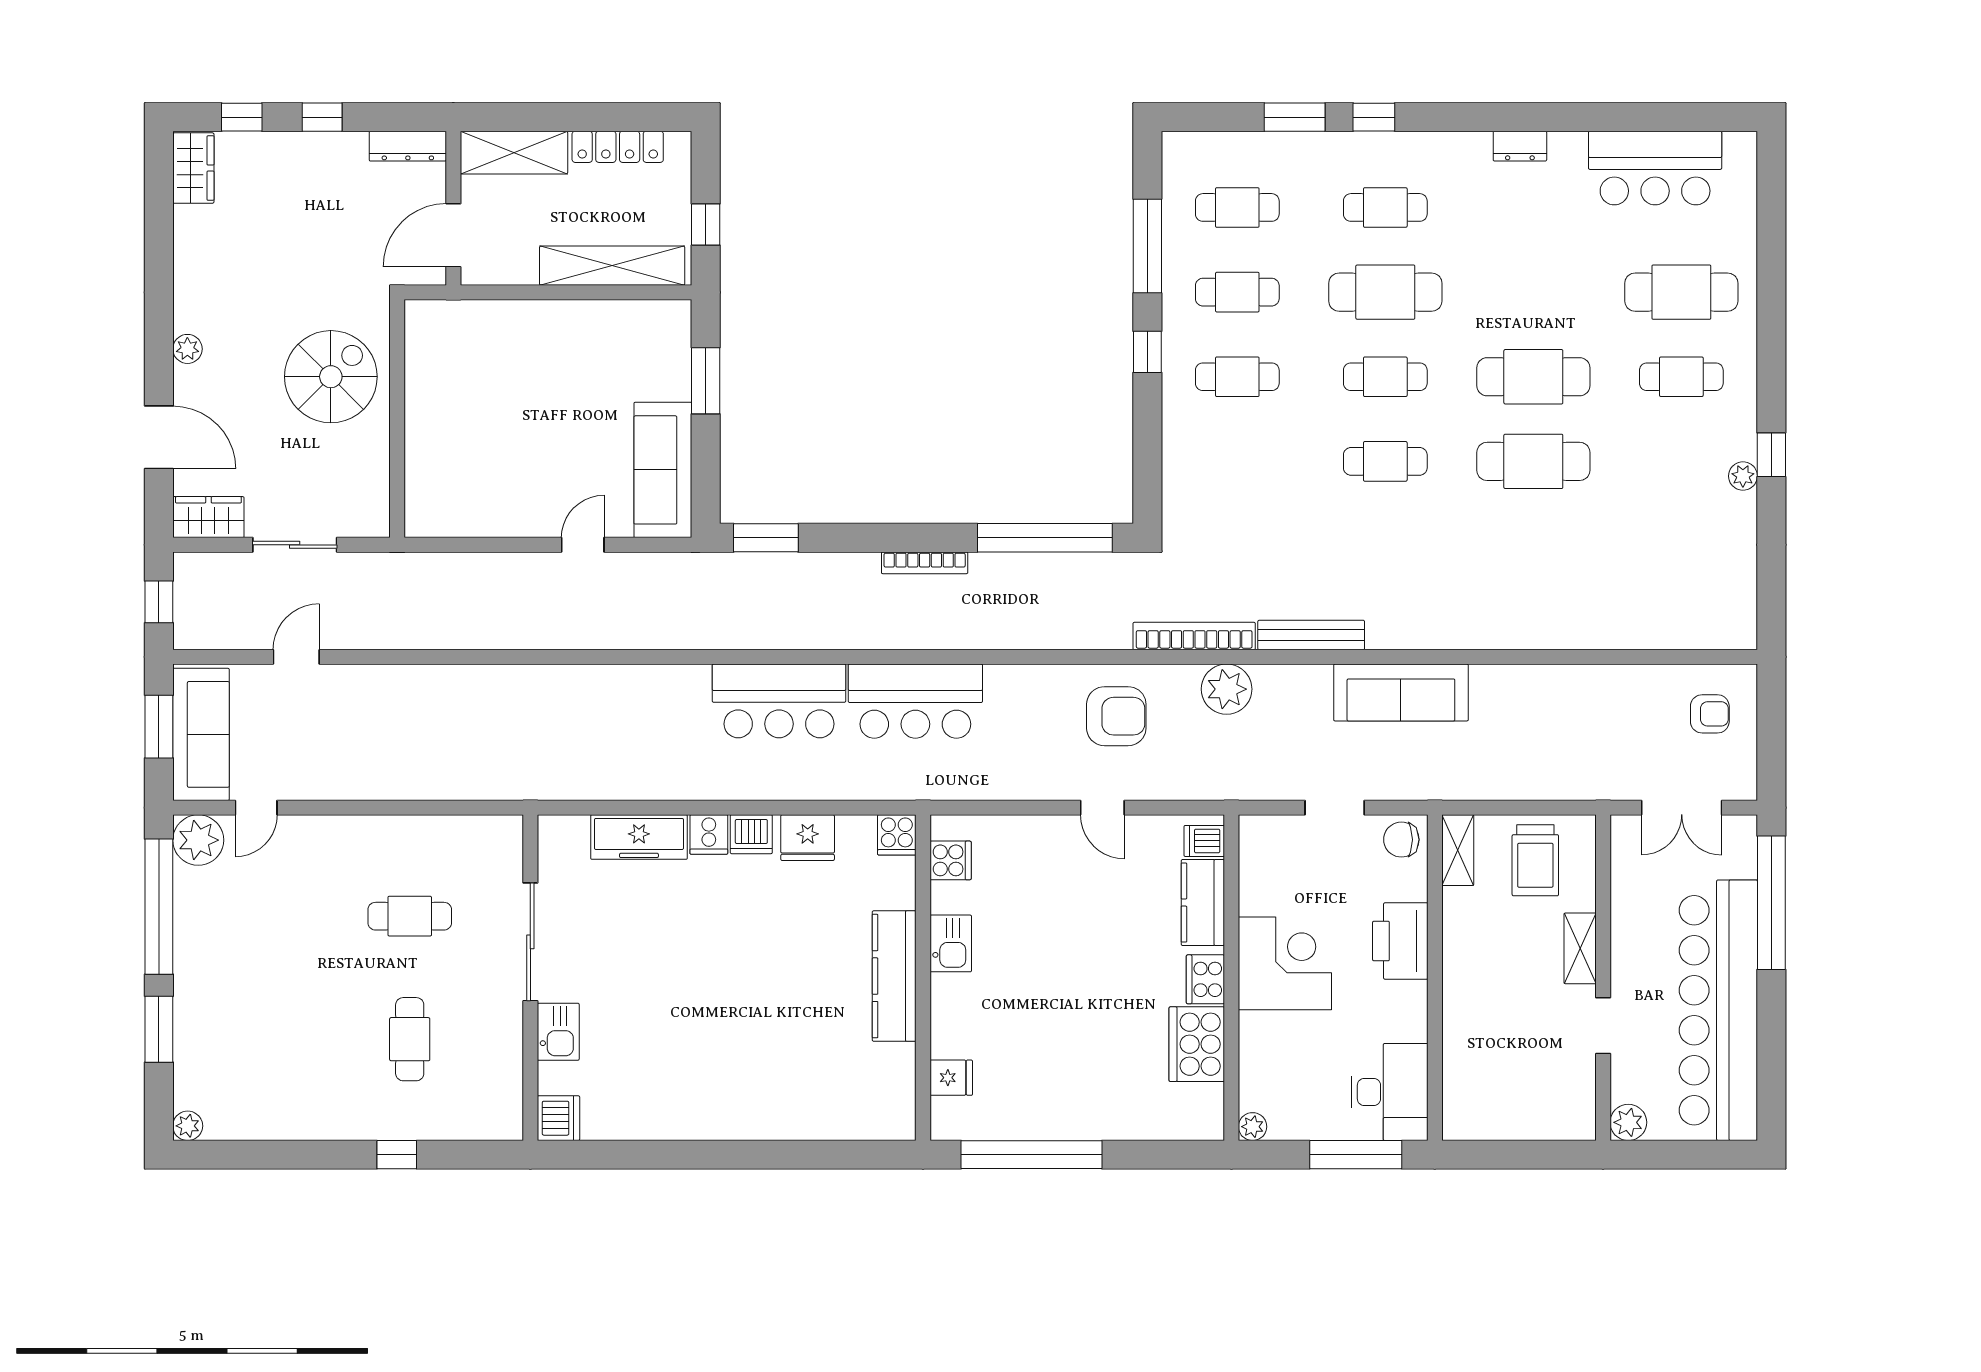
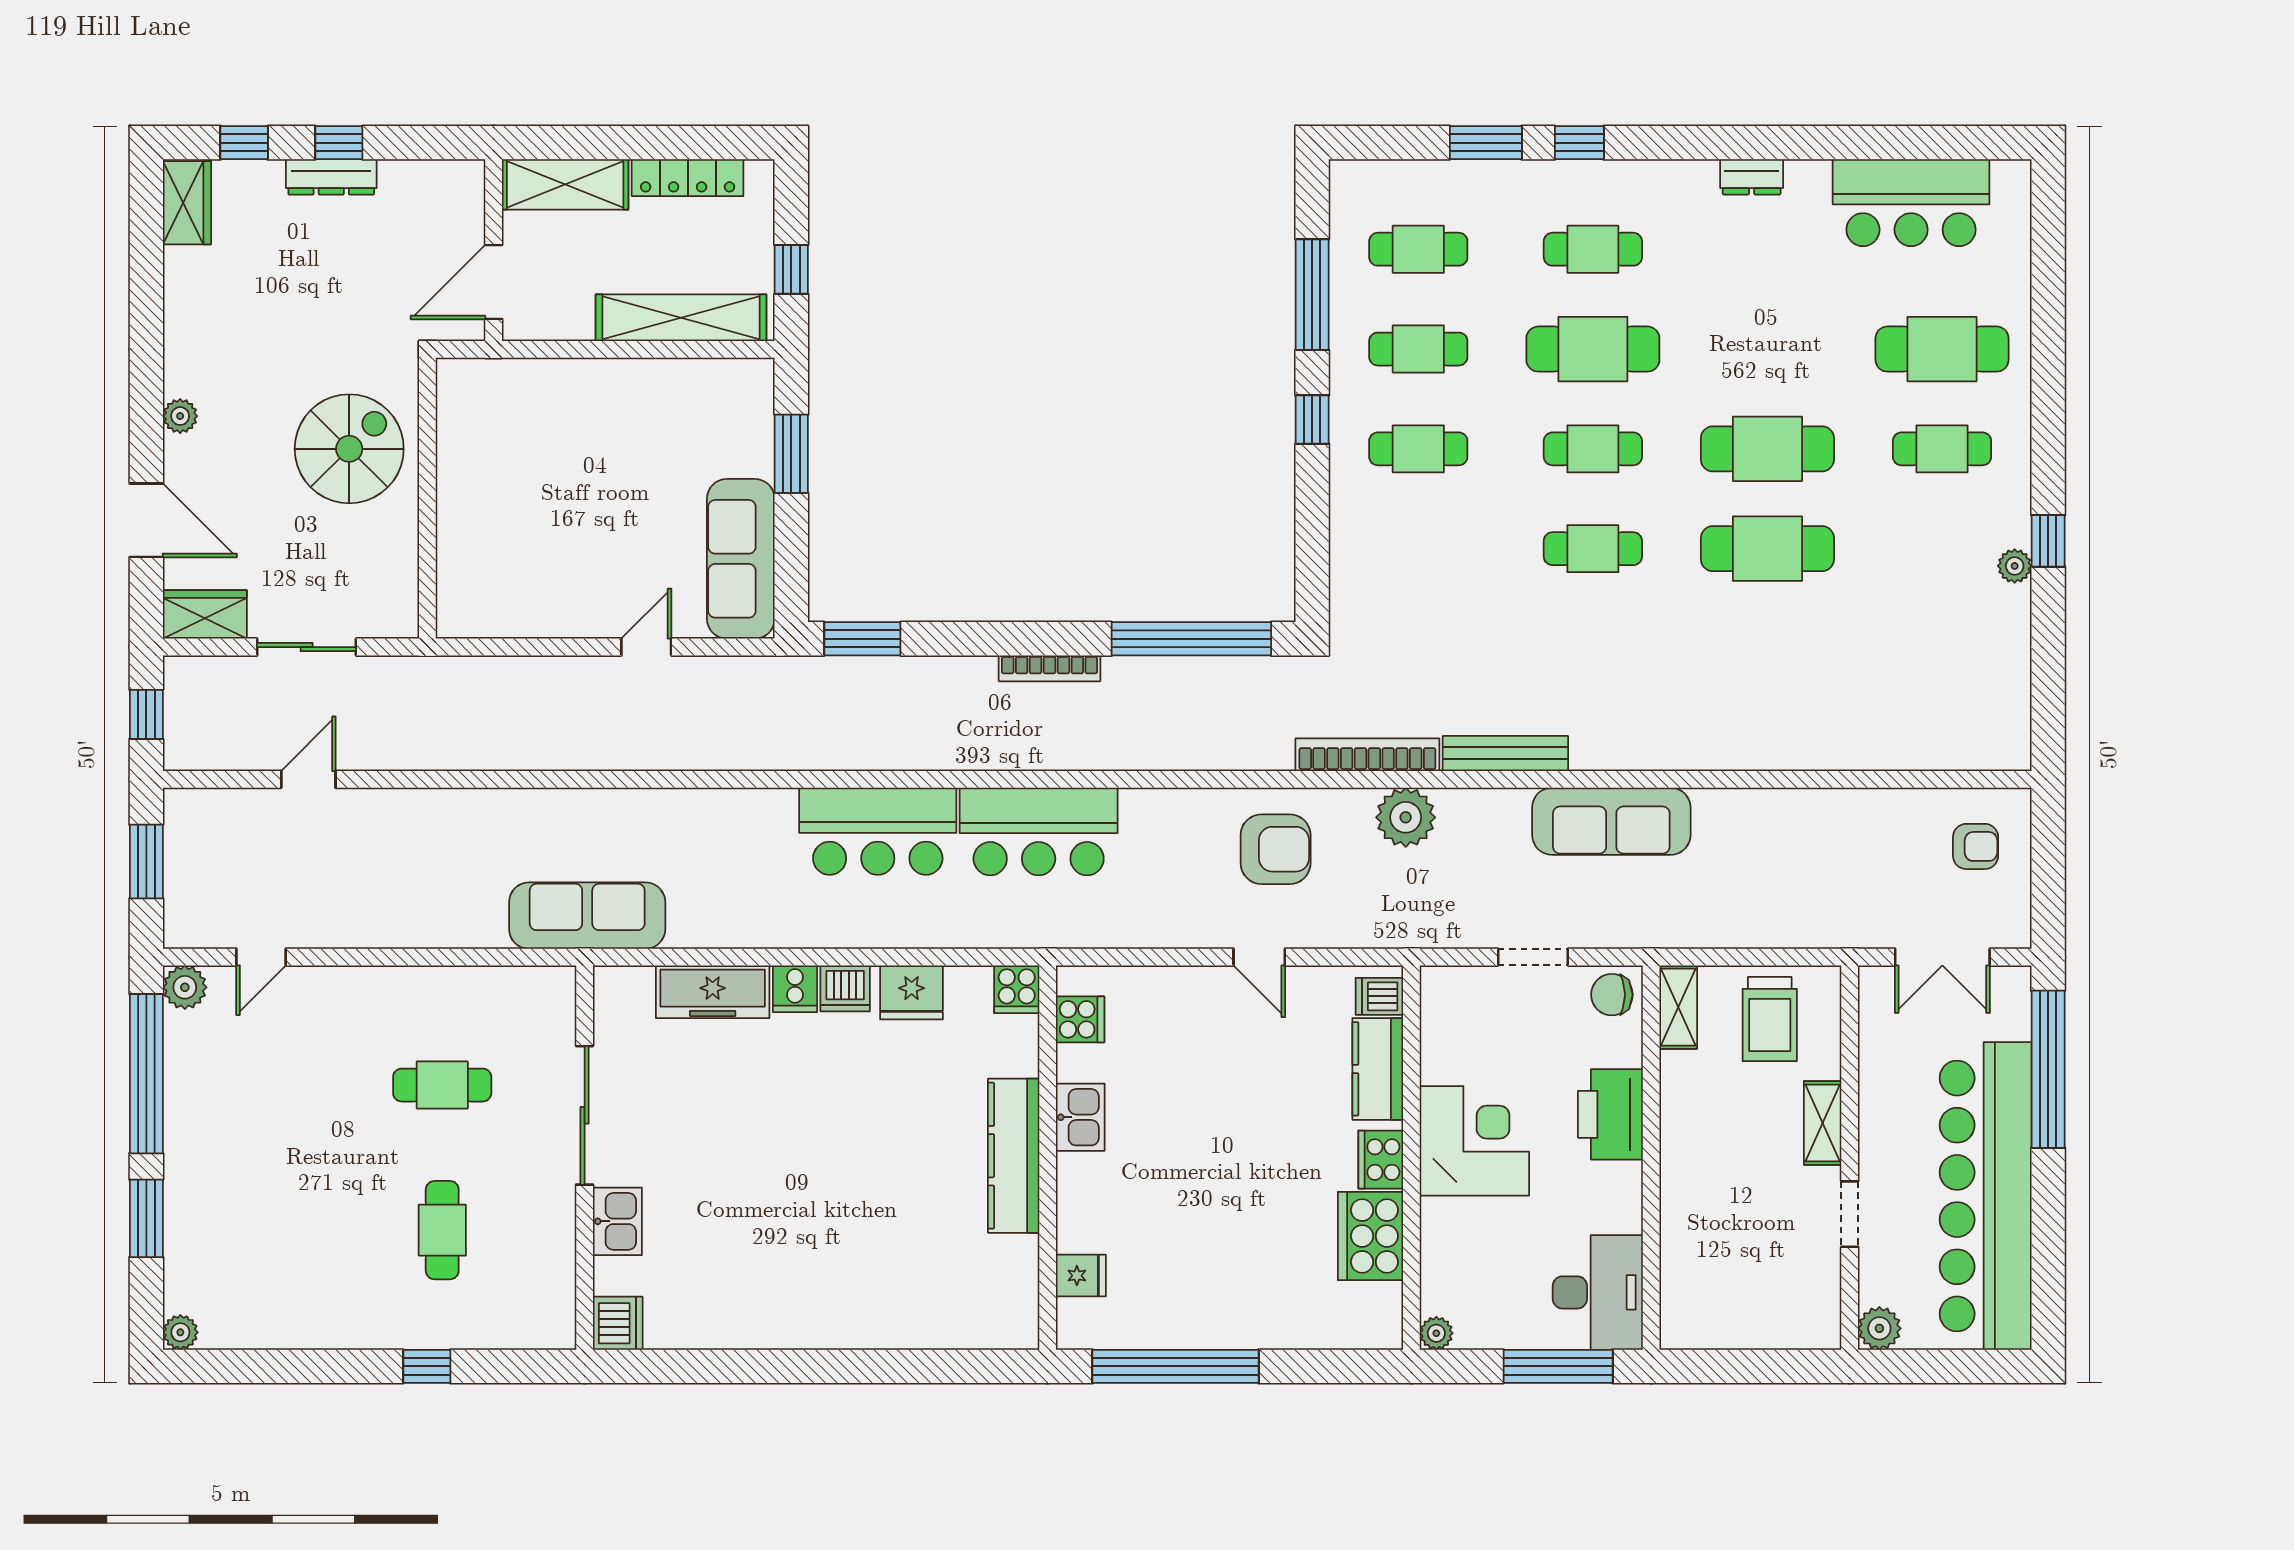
dresser: (408, 146) -> (331, 177), moved
sofa: (201, 734) -> (587, 916), moved, turned -90
plant: (198, 840) -> (185, 987), width x0.73, depth x0.73

